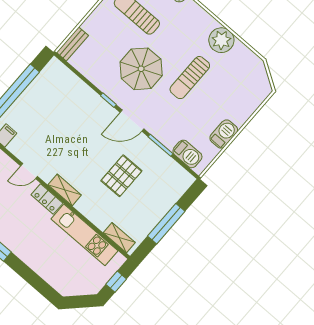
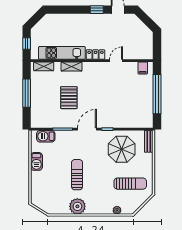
parasol: (141, 69) -> (122, 149), moved
shelving: (65, 190) -> (72, 67), moved

